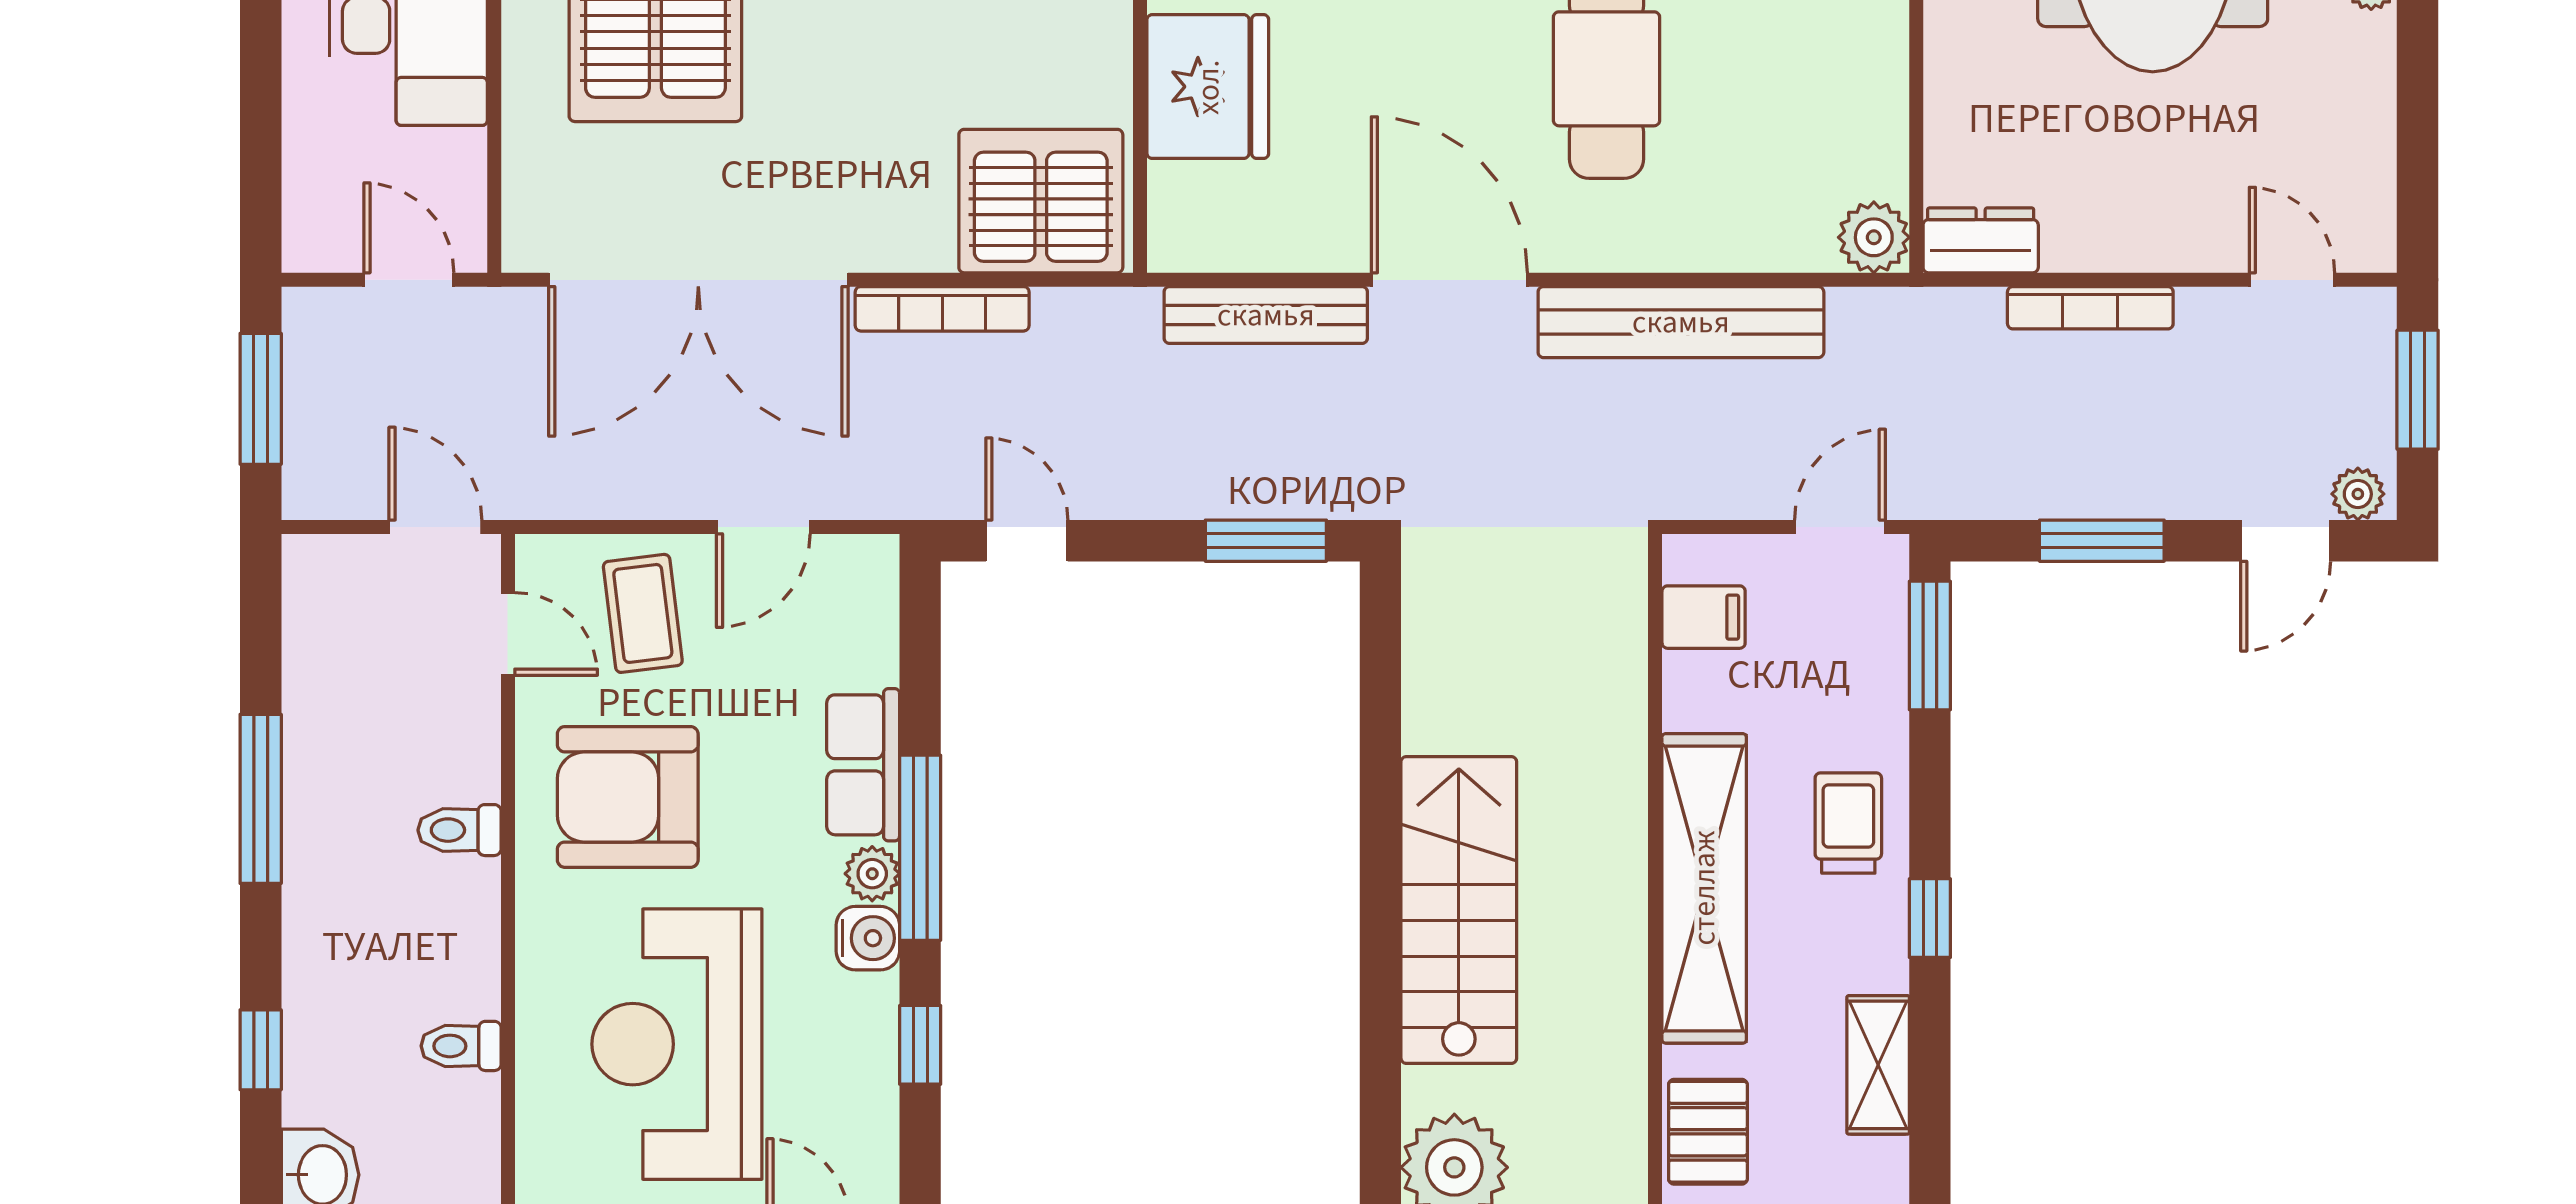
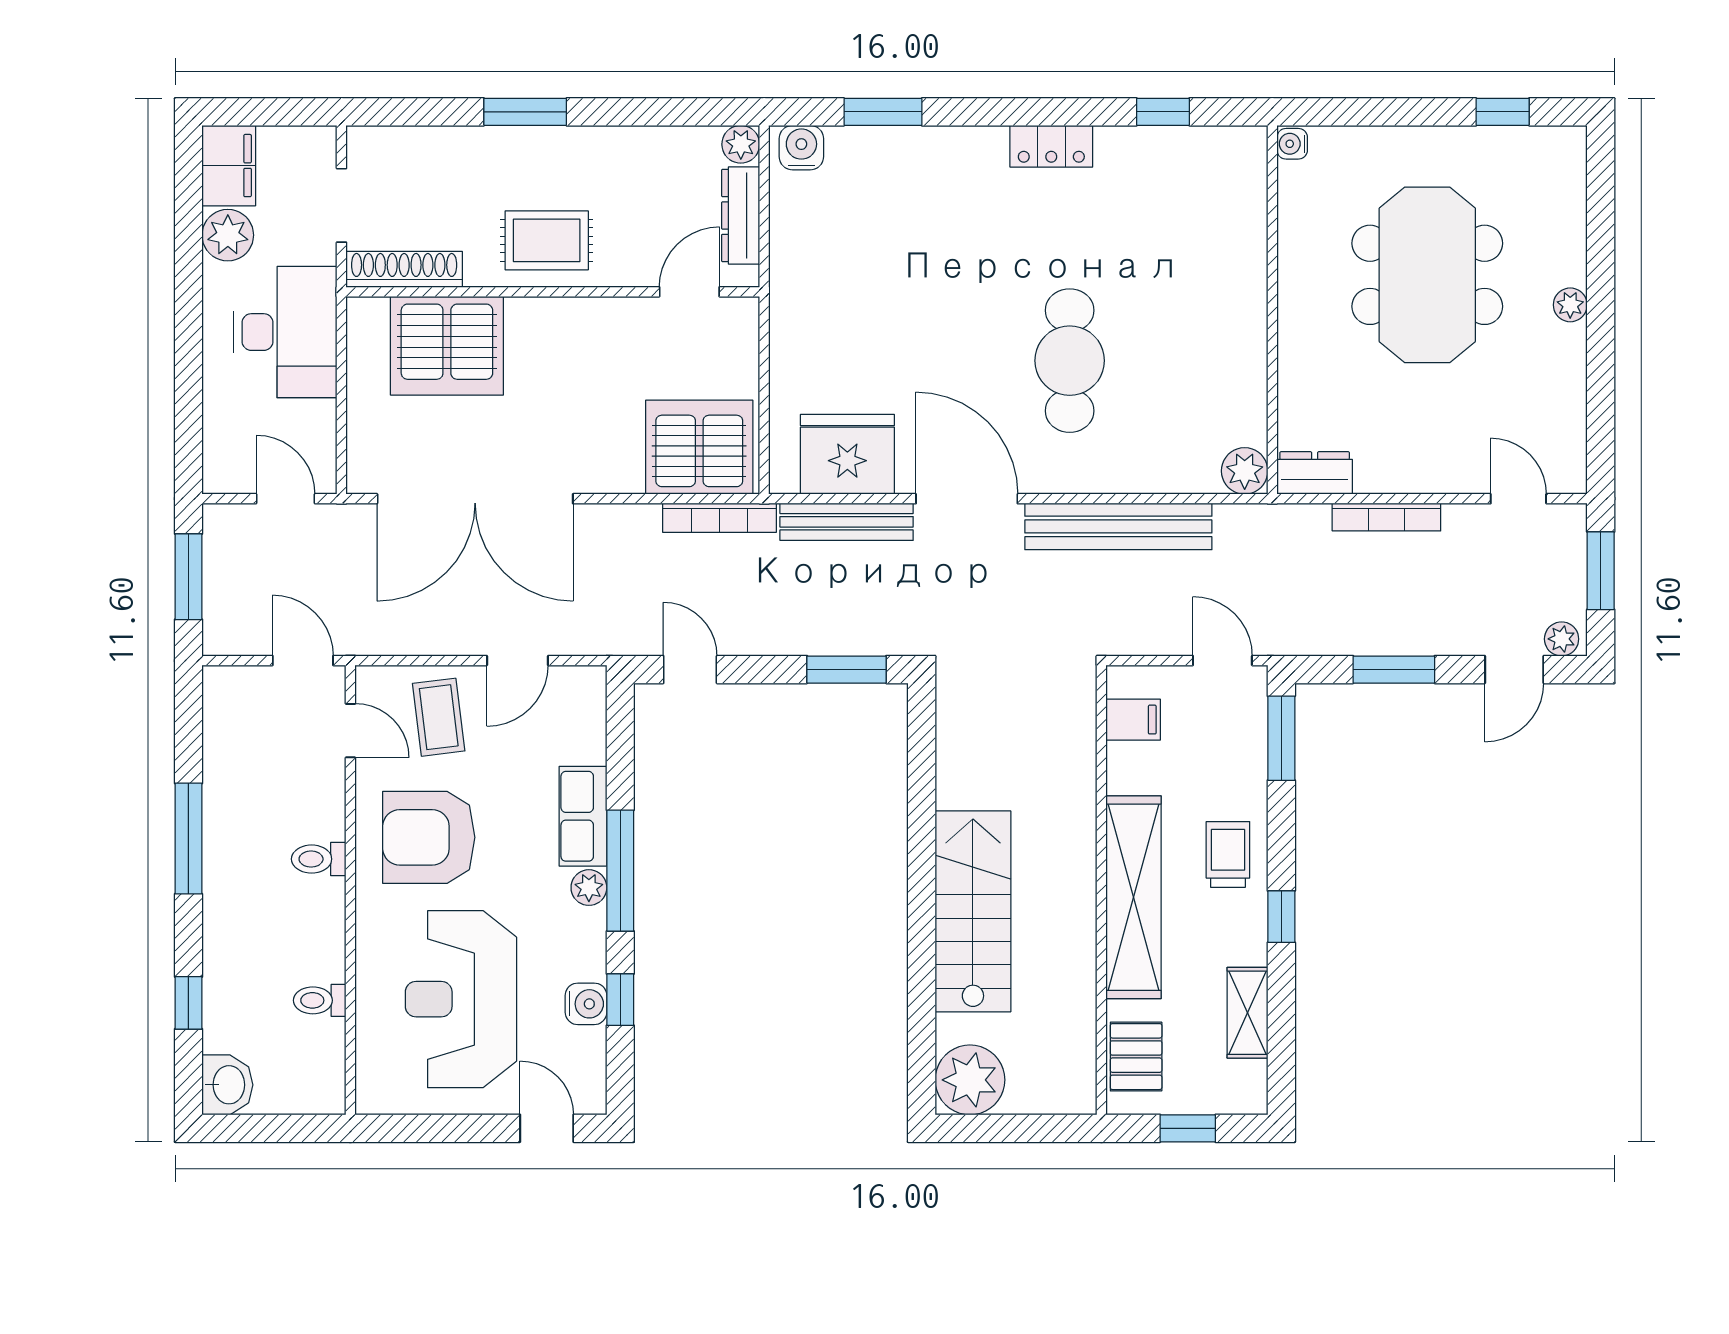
fridge: (1208, 87) -> (847, 454), moved, turned -90
bookcase: (942, 309) -> (719, 518), moved
door: (1840, 527) -> (1222, 661), hinge flipped
water cooler: (868, 938) -> (586, 1004), moved

